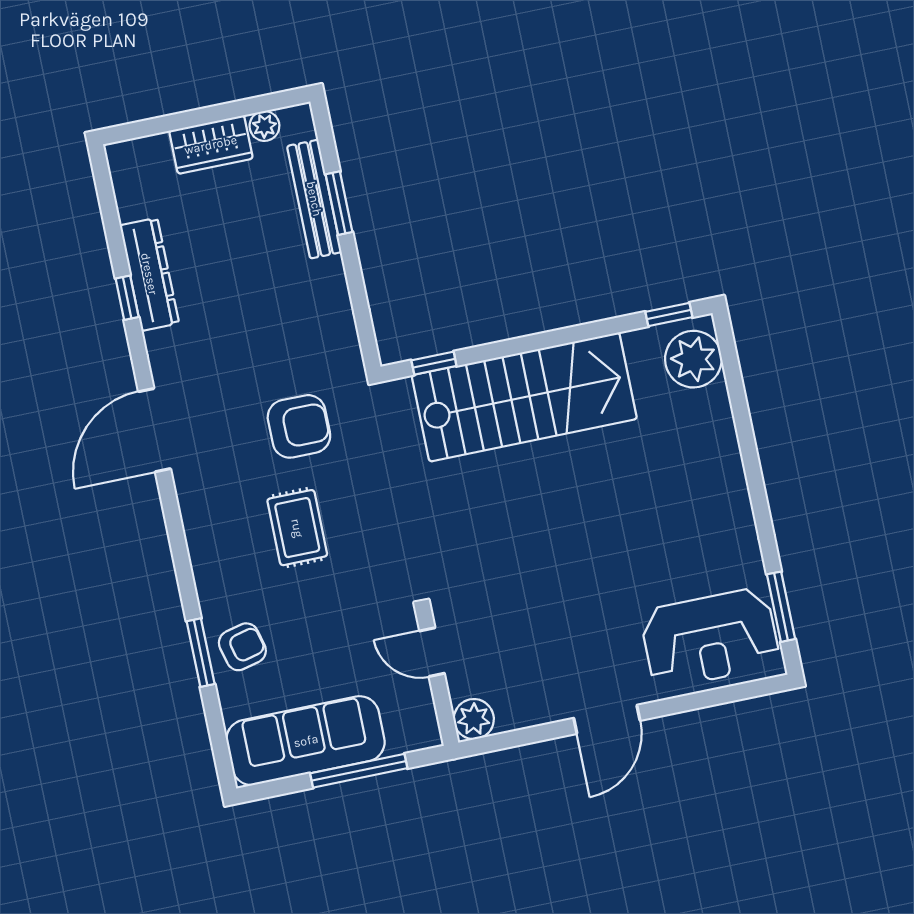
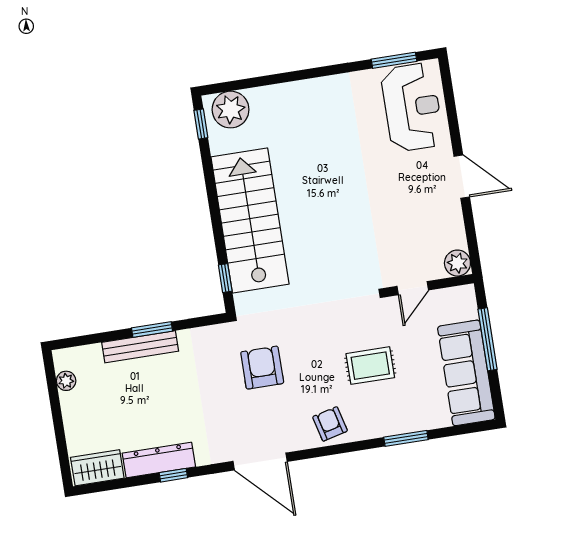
wardrobe: (211, 145) -> (97, 468), moved, turned -90
bench: (314, 199) -> (140, 347), moved
window: (339, 203) -> (152, 329), moved
rug: (297, 528) -> (370, 366), moved
armchair: (242, 647) -> (330, 424), moved

